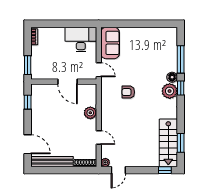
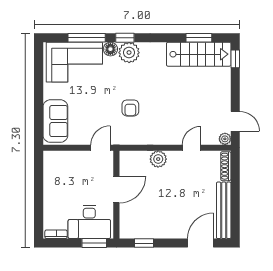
desk: (81, 39) -> (89, 222), moved, turned -90
sofa: (110, 43) -> (55, 121), moved, turned 90
corner sofa: (162, 50) -> (74, 62), added

